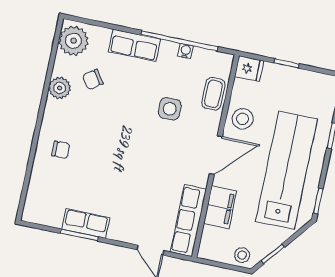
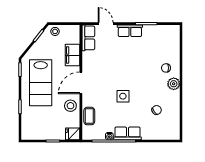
plant: (73, 41) -> (172, 129), removed
row of seats: (134, 45) -> (128, 133), moved
plant: (60, 88) -> (174, 84), moved
side table: (170, 109) -> (123, 96), moved
lab bench: (286, 170) -> (41, 83), width x0.73
row of seats: (188, 221) -> (88, 38), width x0.68
row of seats: (86, 223) -> (130, 31), moved

